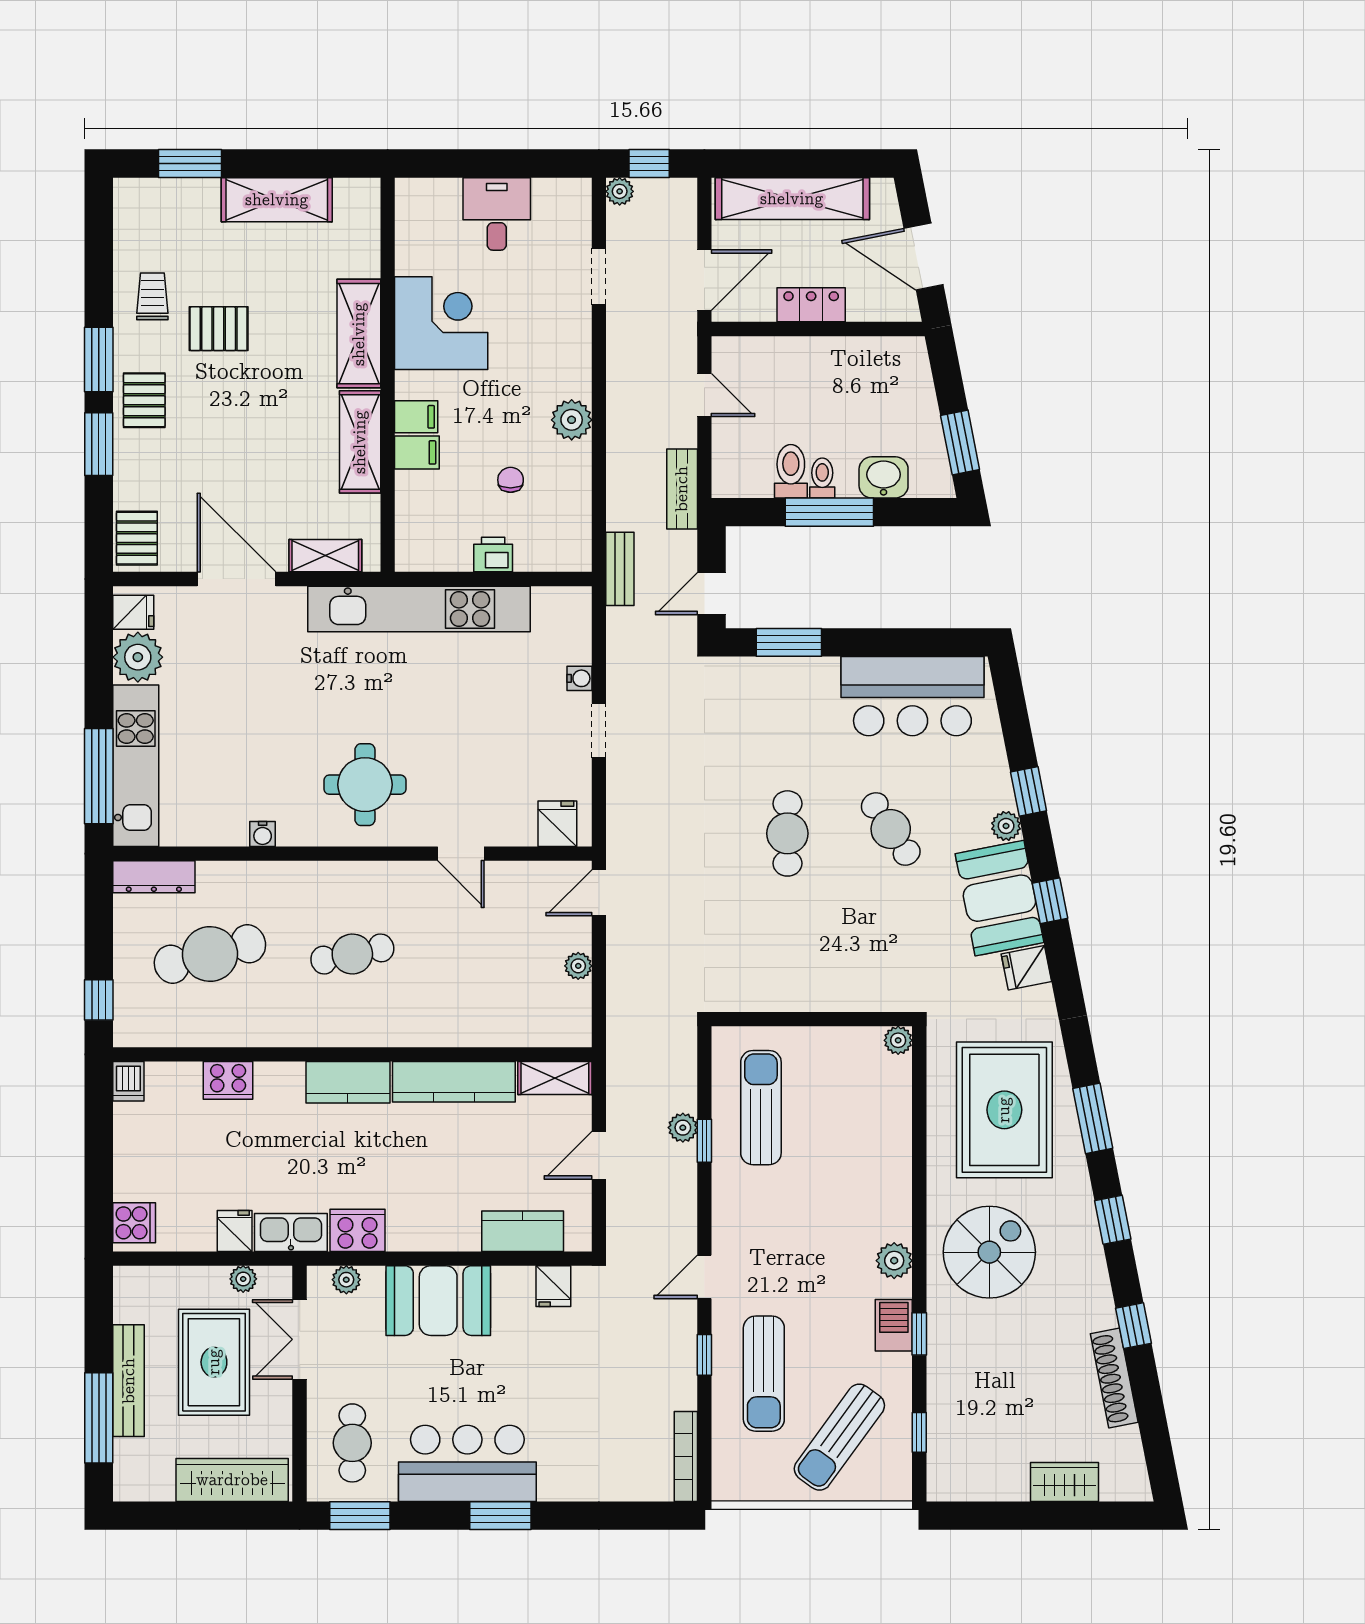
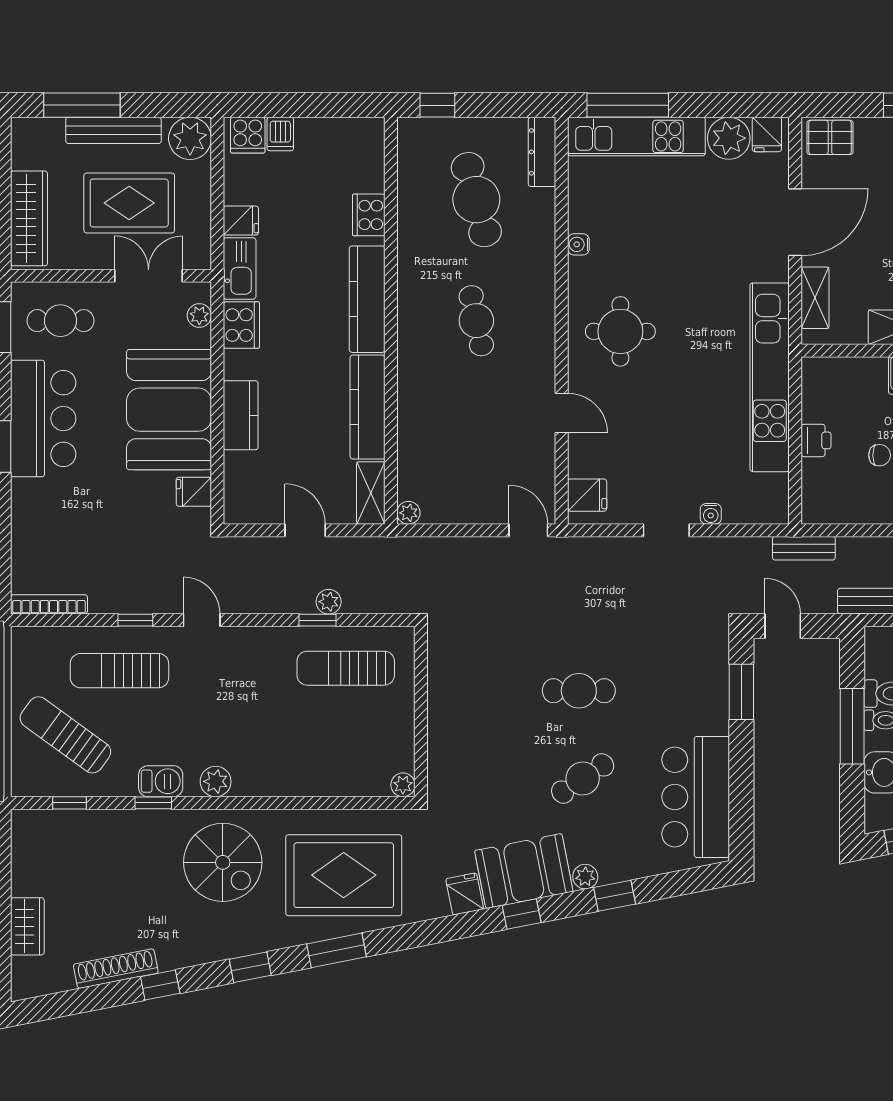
door: (461, 854) -> (562, 413), swing flipped
plant: (578, 966) -> (408, 513), moved
dishwasher: (128, 1081) -> (280, 134), moved, turned -90
kitchen counter: (348, 1082) -> (367, 299), width x1.50
sun lounger: (761, 1108) -> (346, 668), turned 180
kitchen counter: (523, 1231) -> (241, 415), moved
plant: (243, 1279) -> (190, 138), moved, width x1.88, depth x1.88
booth: (438, 1301) -> (169, 410), width x1.36, depth x1.42

